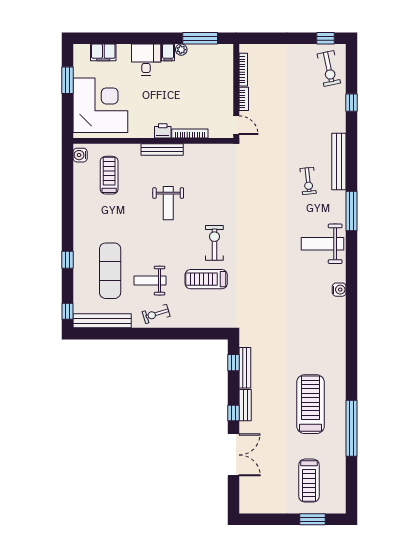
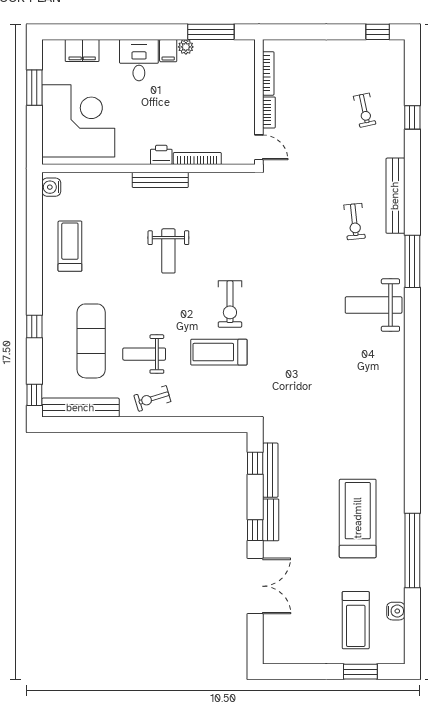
exercise bike: (329, 69) -> (365, 110), moved, width x0.73, depth x0.72
treadmill: (109, 175) -> (70, 246), moved
exercise bike: (214, 243) -> (230, 304), turned 180
water cooler: (339, 290) -> (396, 611), moved

